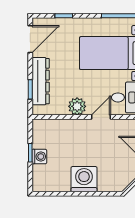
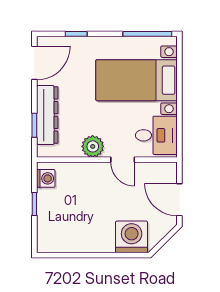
door: (101, 117) -> (123, 160), swing flipped
washing machine: (39, 157) -> (46, 178), moved
washing machine: (84, 179) -> (132, 237), moved

